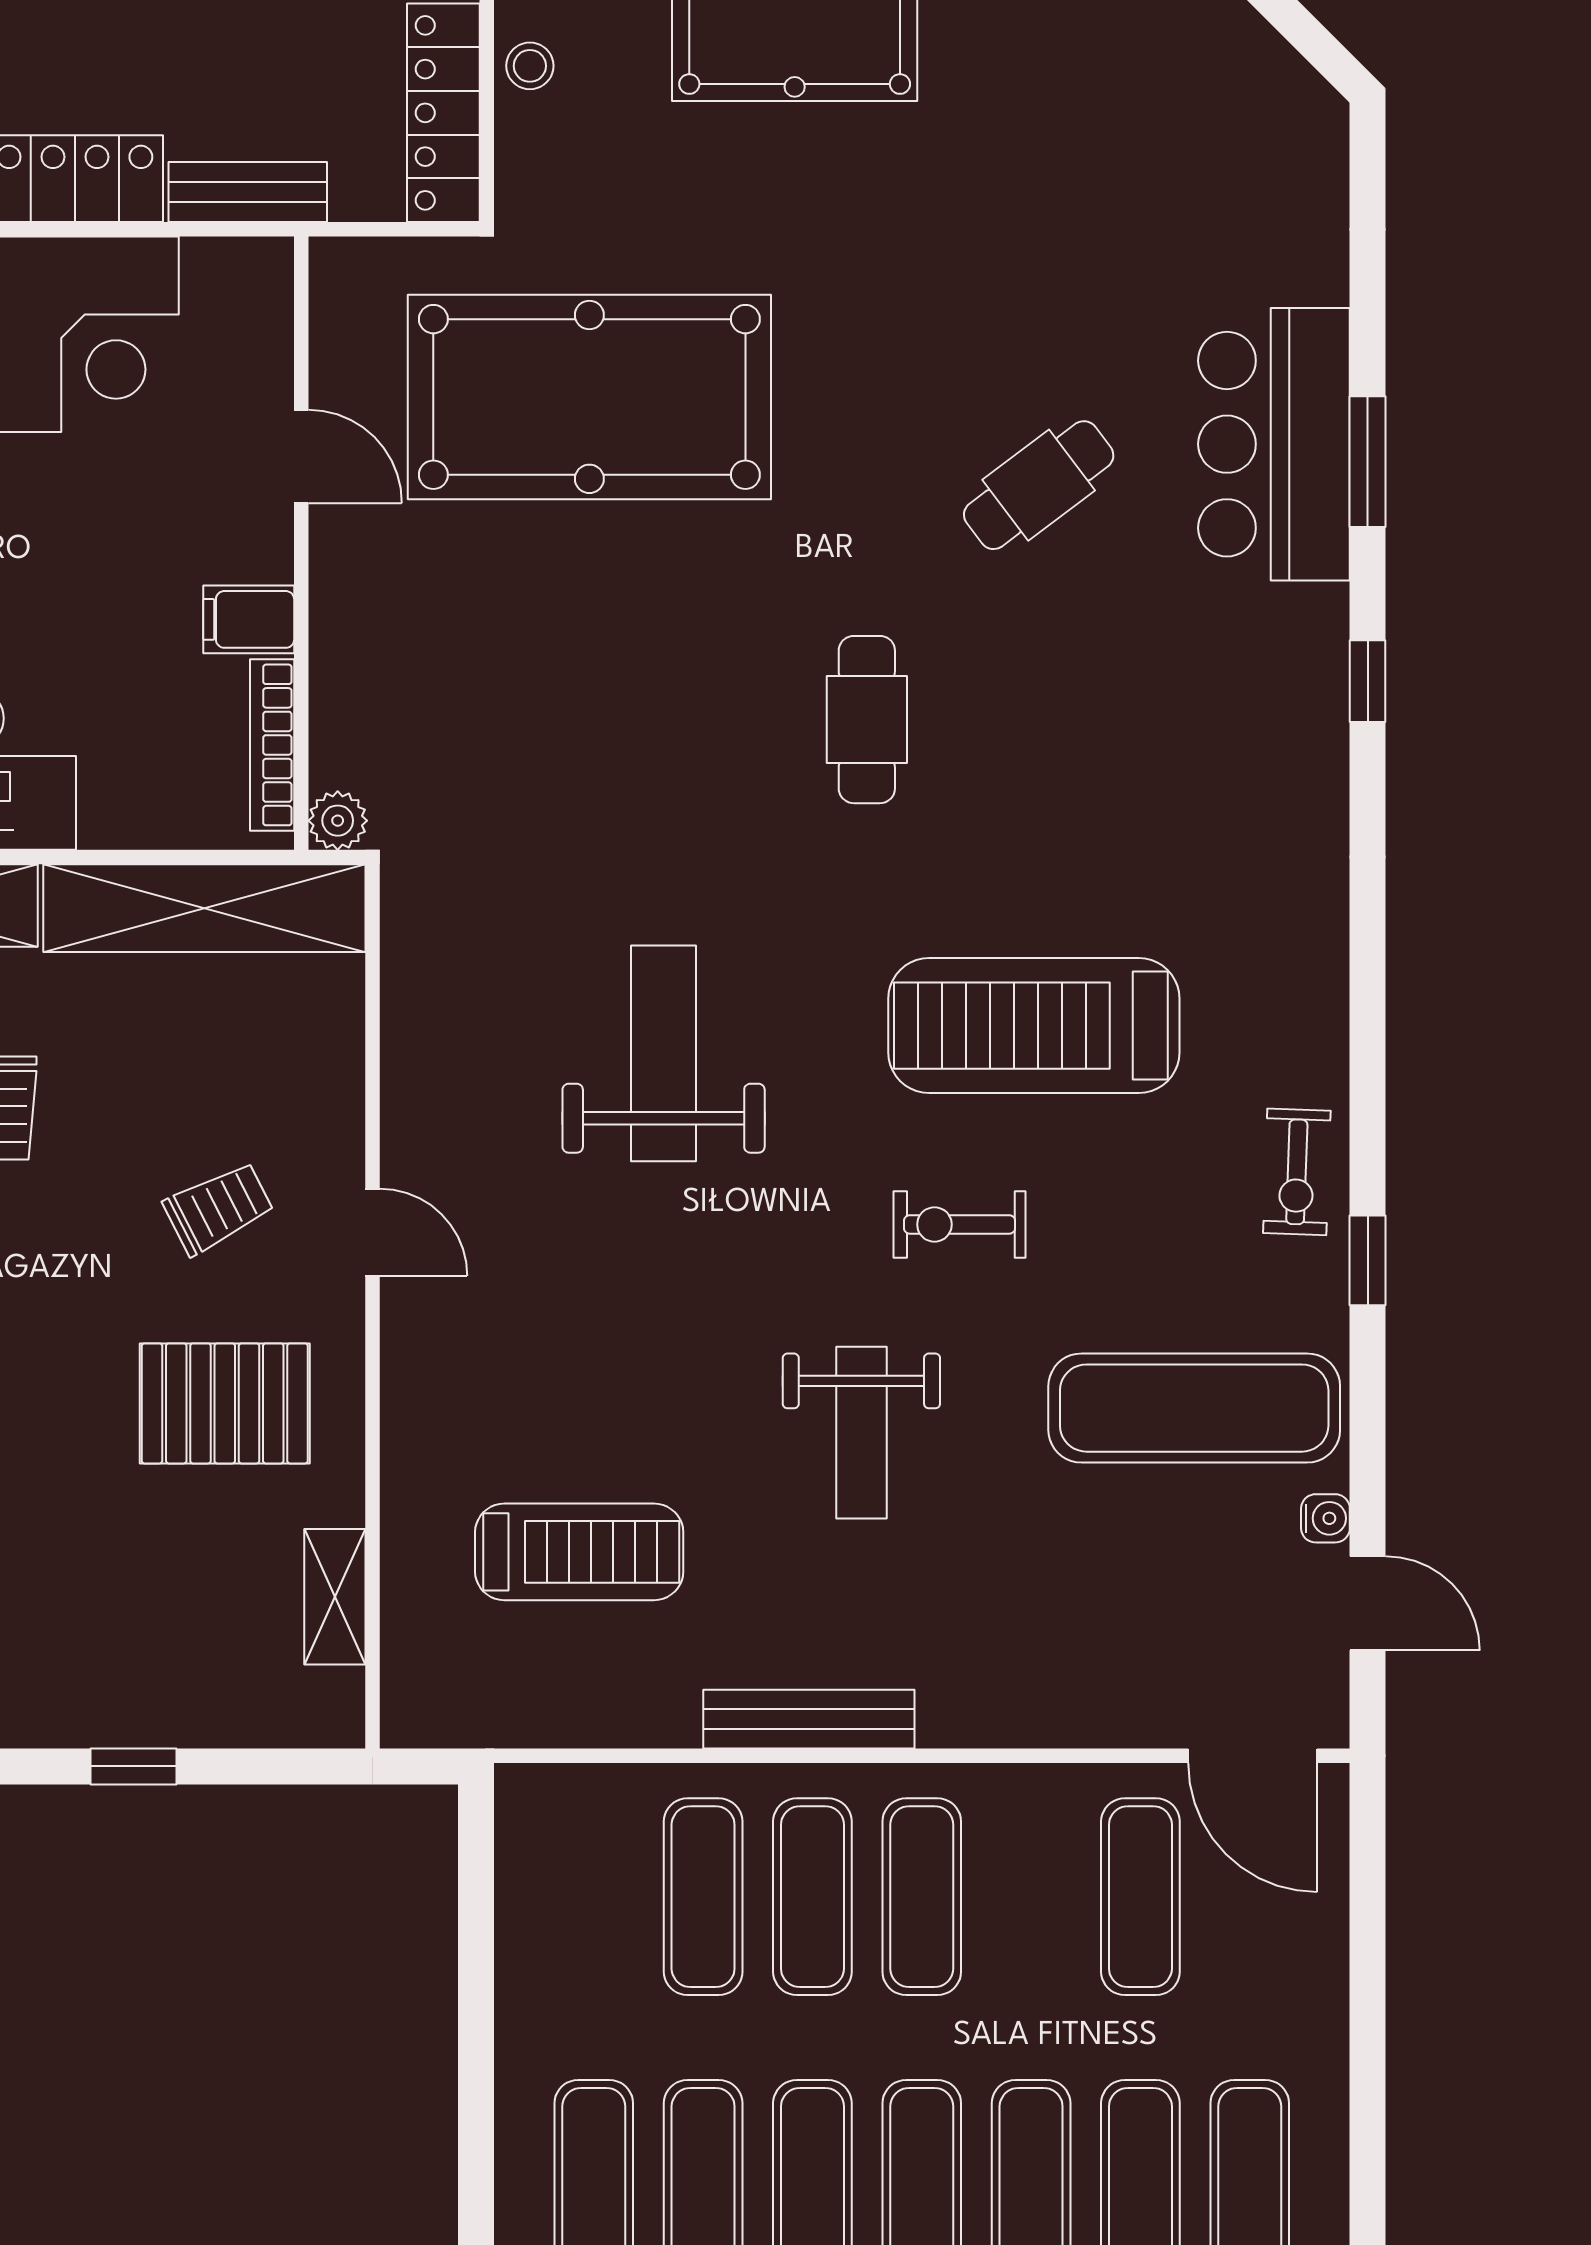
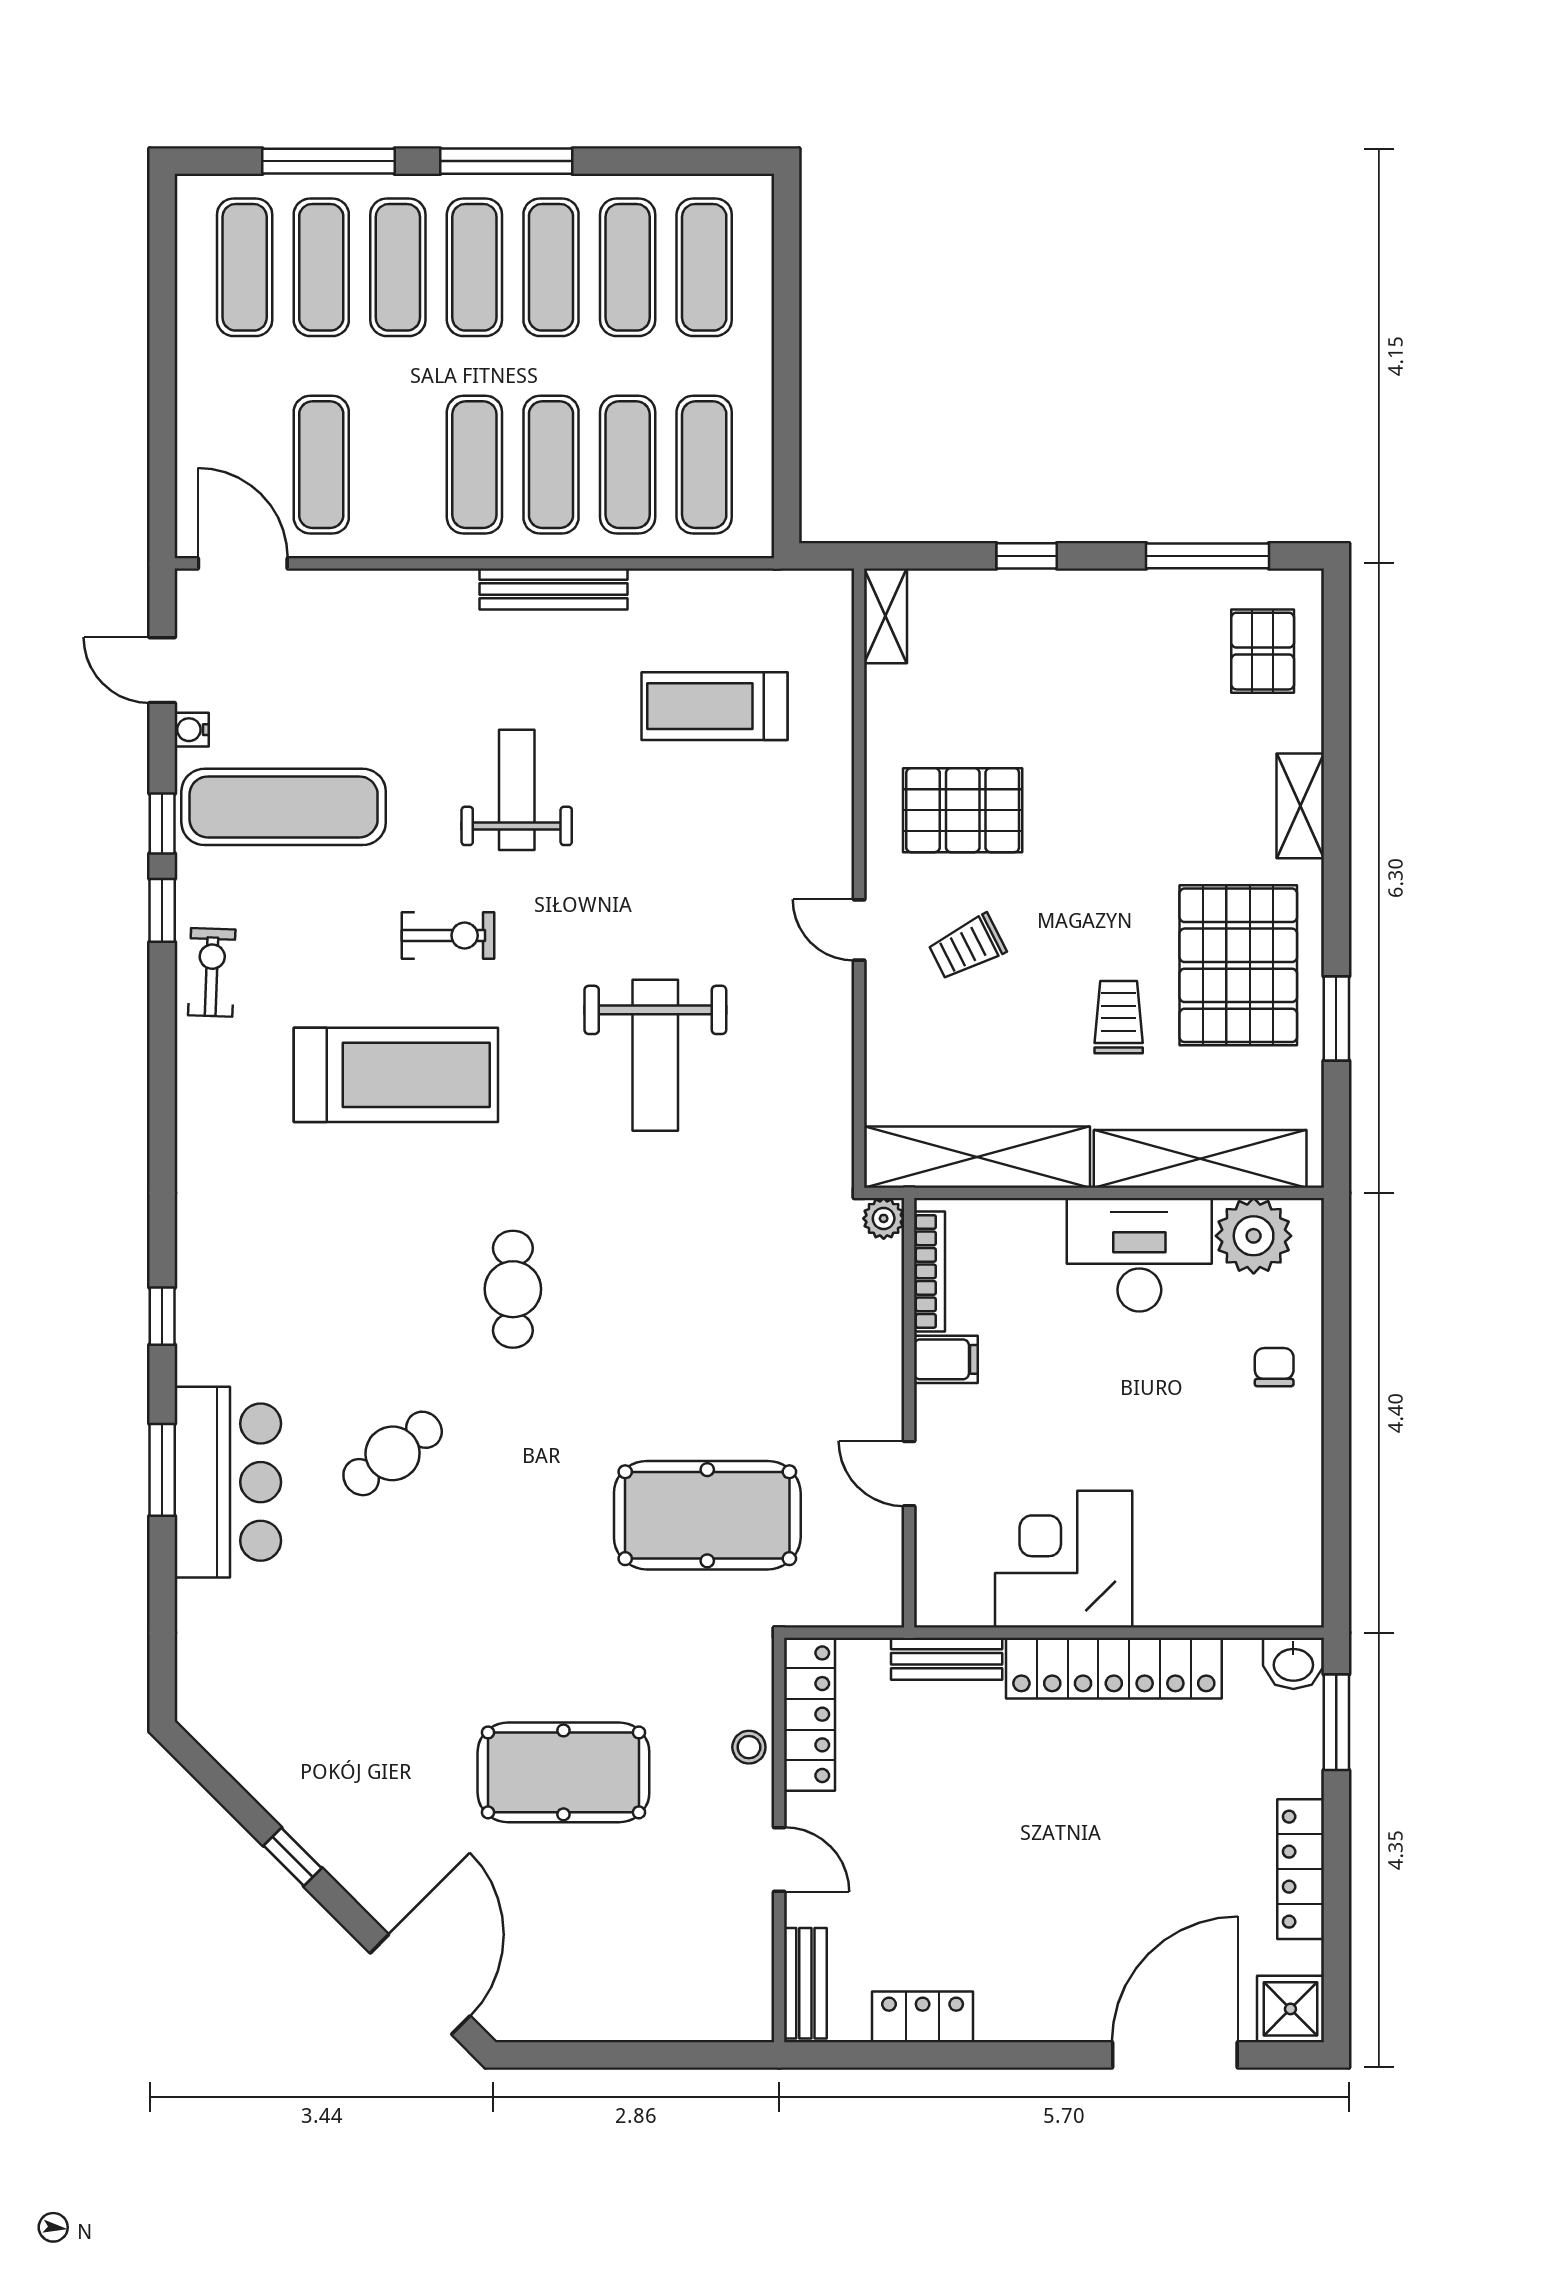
pool table: (589, 397) -> (707, 1515), width x0.73, depth x0.76
window: (1368, 1384) -> (162, 824), added
shelving: (335, 1597) -> (886, 616), moved
exercise mat: (594, 1897) -> (704, 465), added

